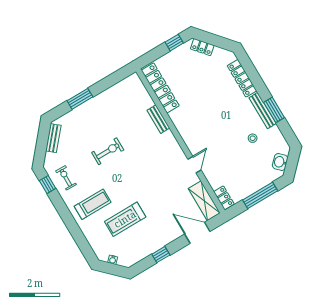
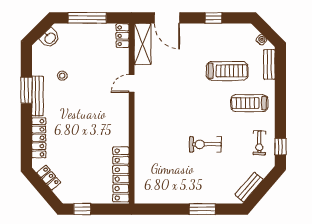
locker: (202, 47) -> (49, 178), moved
bench: (158, 119) -> (269, 64), moved

